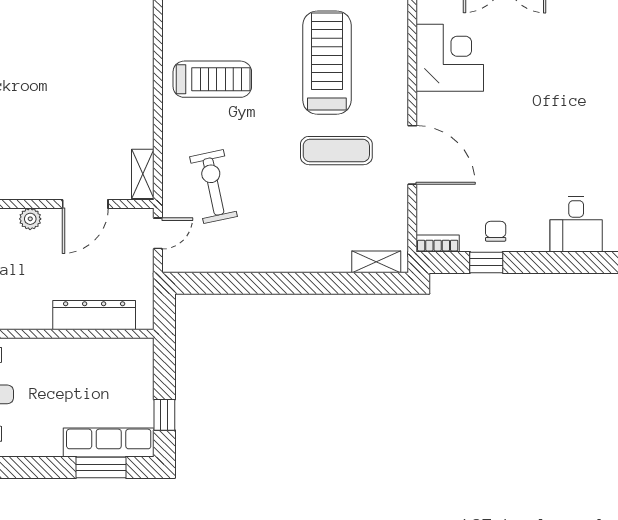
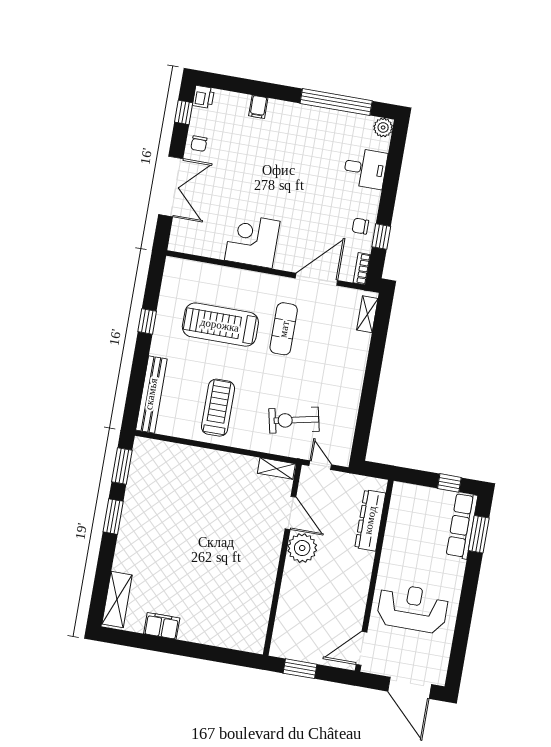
corner desk: (450, 58) -> (252, 241), moved
door: (412, 155) -> (316, 279), moved
plant: (30, 219) -> (302, 548), width x1.87, depth x1.87

